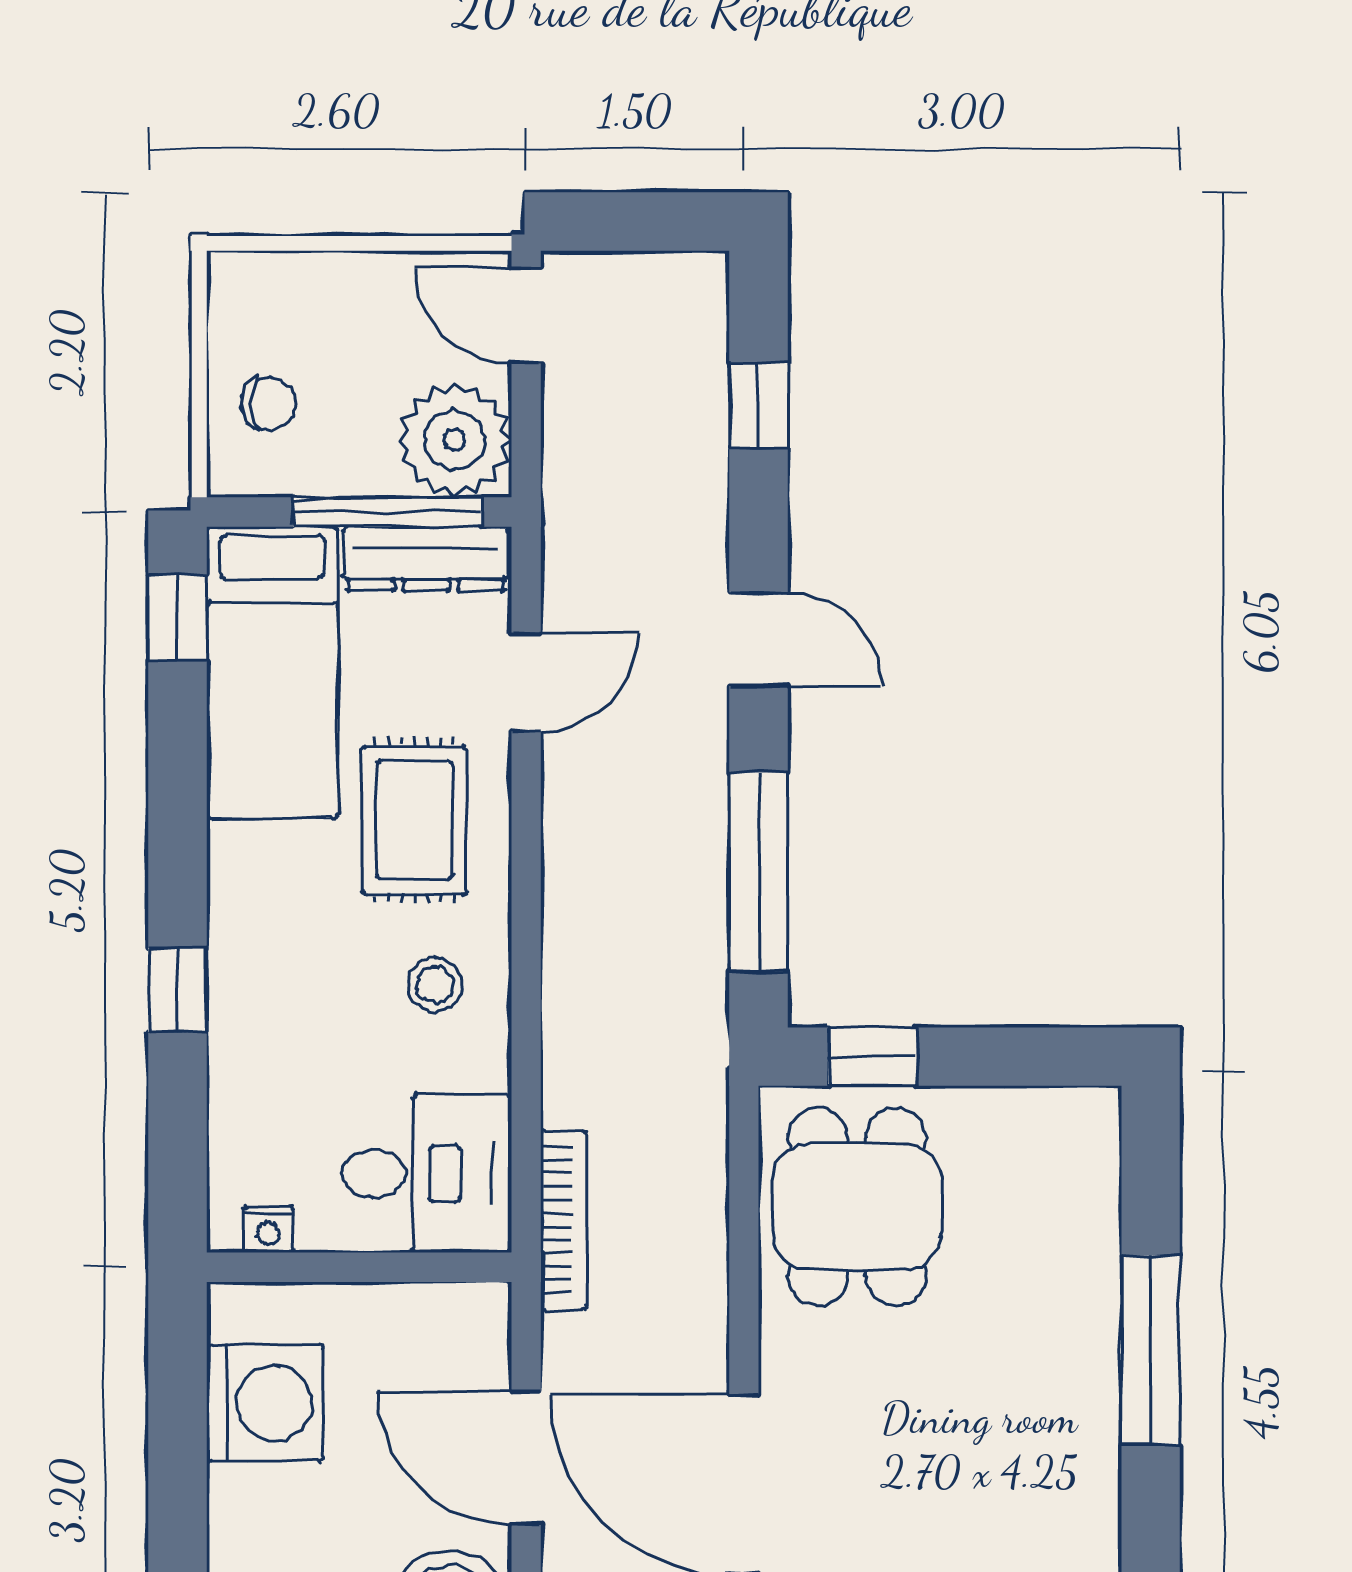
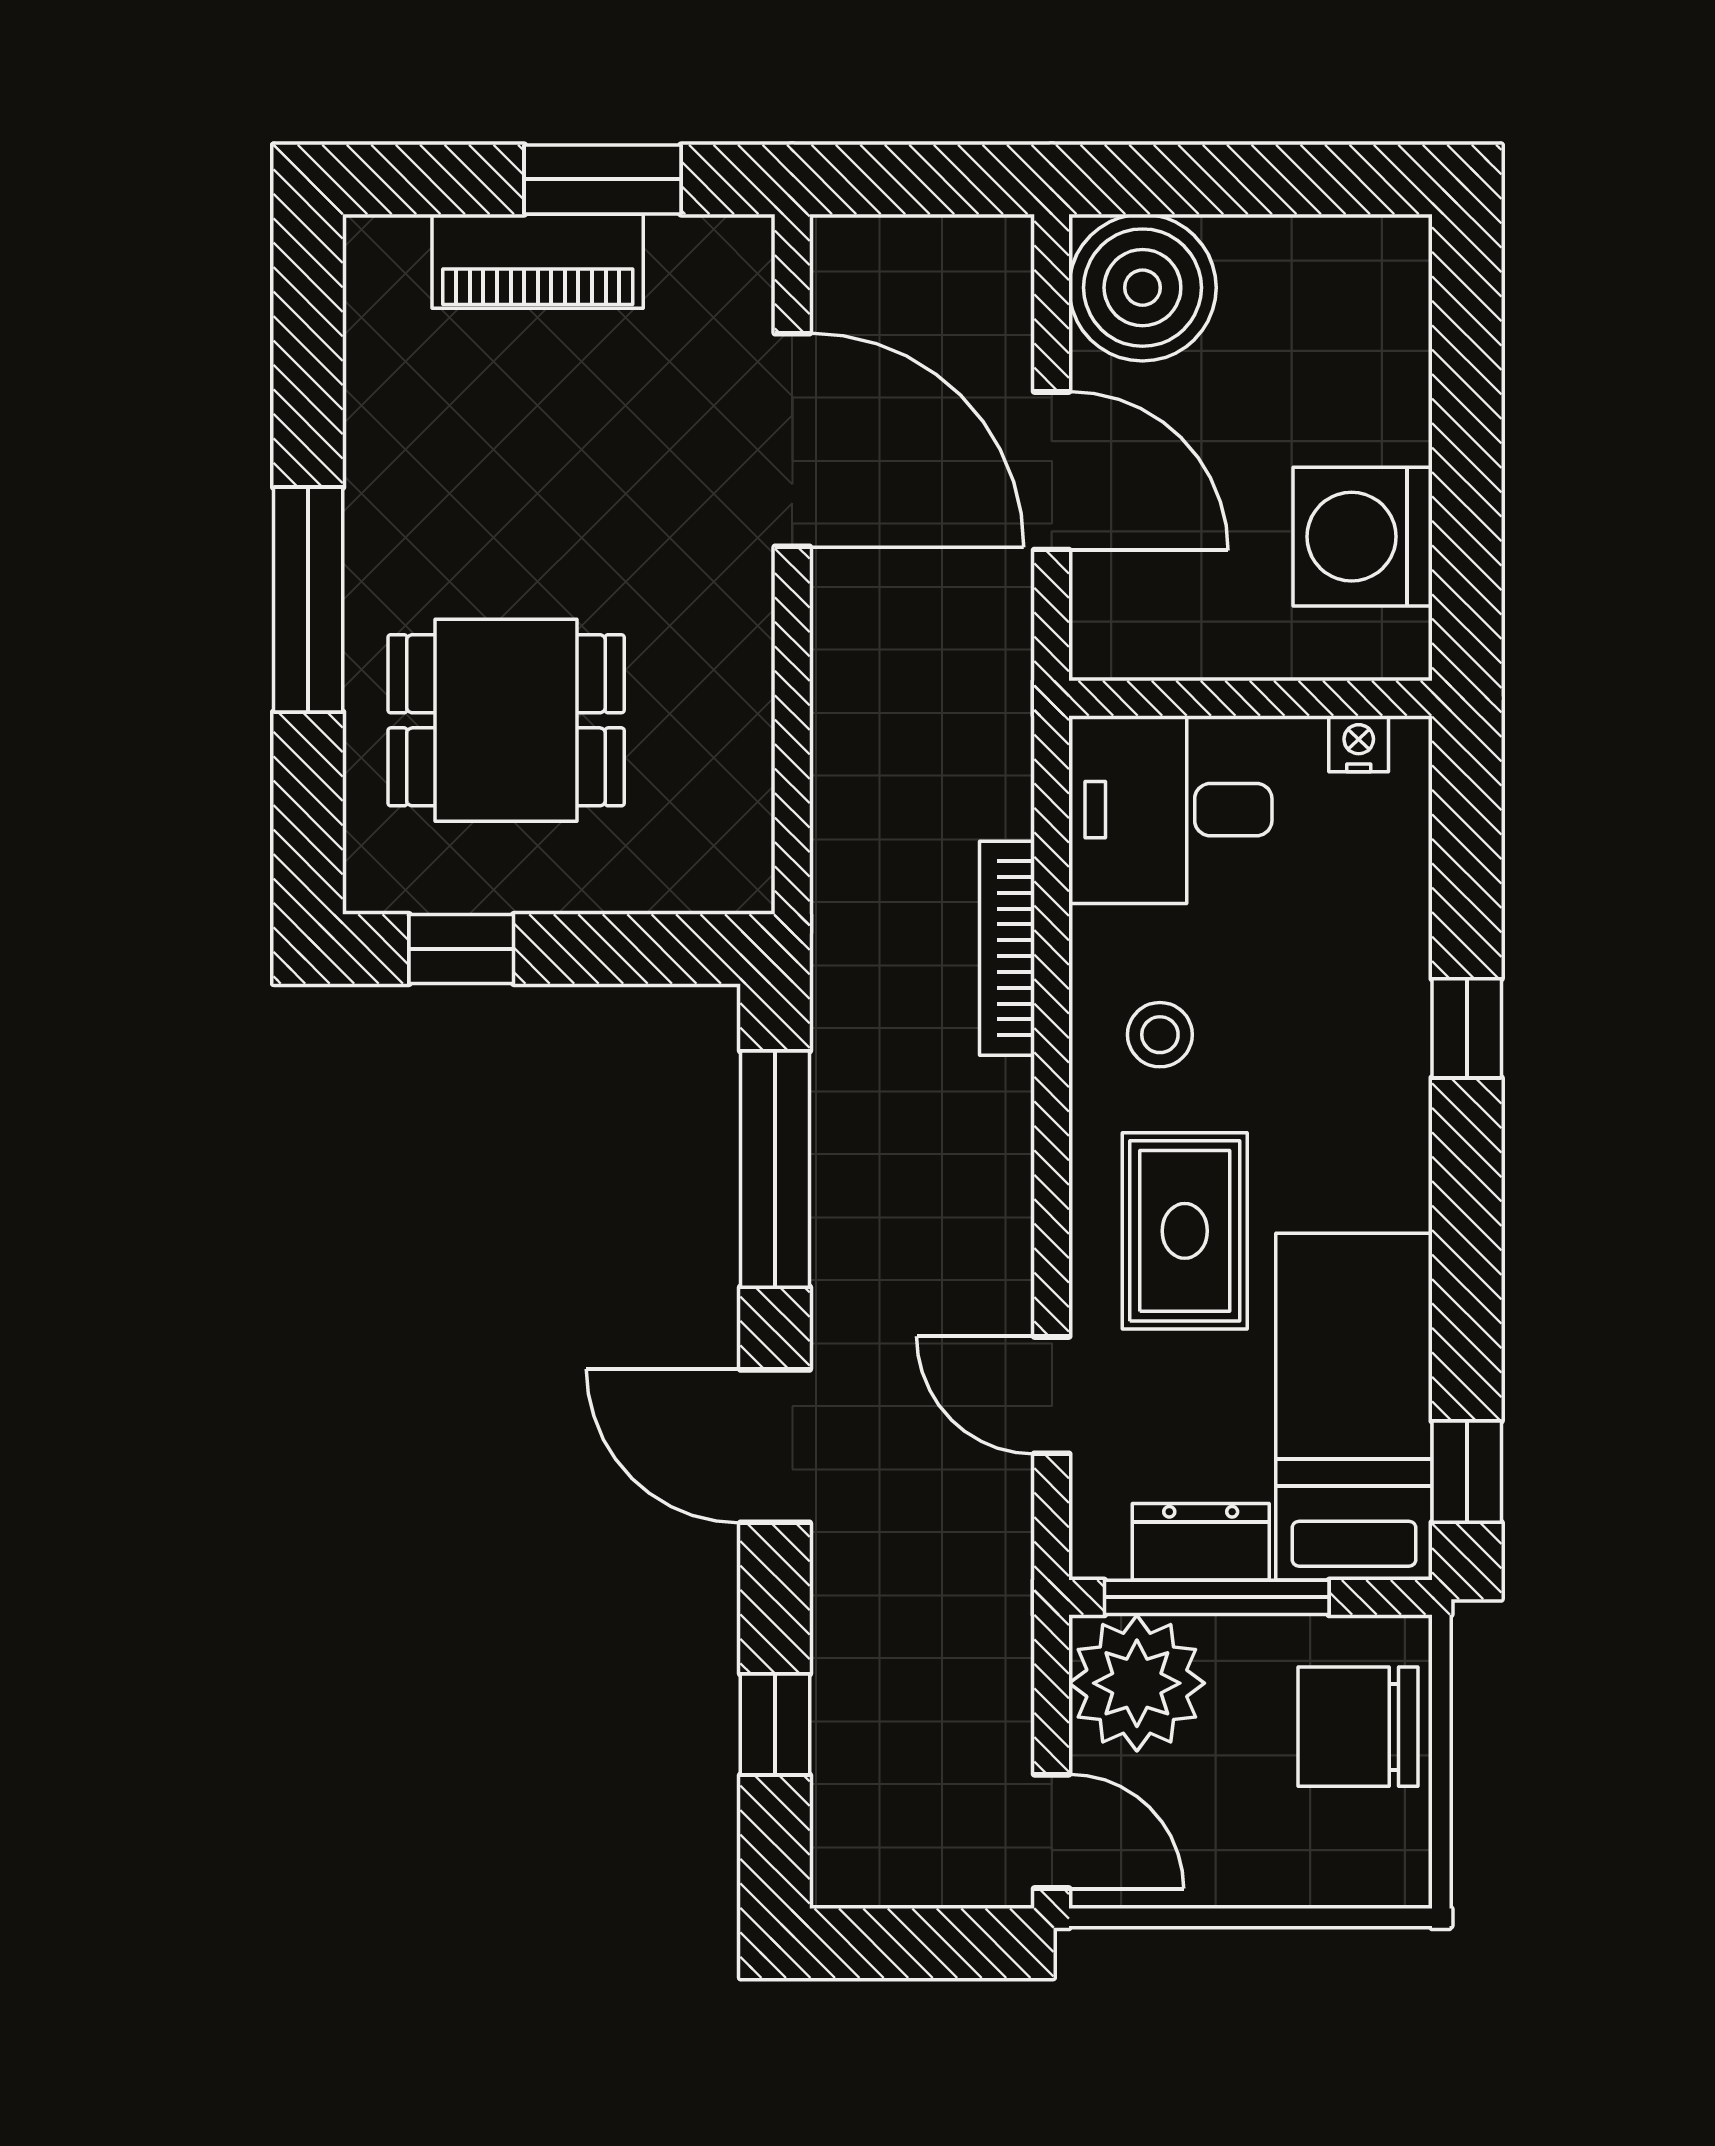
chair: (269, 403) -> (1358, 1727), width x1.87, depth x1.87
dresser: (426, 559) -> (1201, 1542), width x0.70
door: (758, 639) -> (775, 1446), width x1.37
door: (526, 682) -> (1052, 1395), hinge flipped
window: (873, 1057) -> (461, 949), moved
dining table: (857, 1207) -> (506, 720), moved, turned 90
bookcase: (564, 1220) -> (1007, 948), moved

